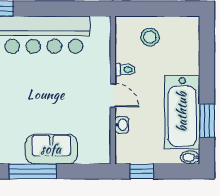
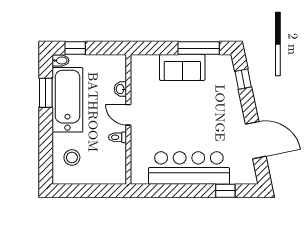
stool: (150, 37) -> (72, 157), moved
window: (142, 171) -> (75, 48), moved

